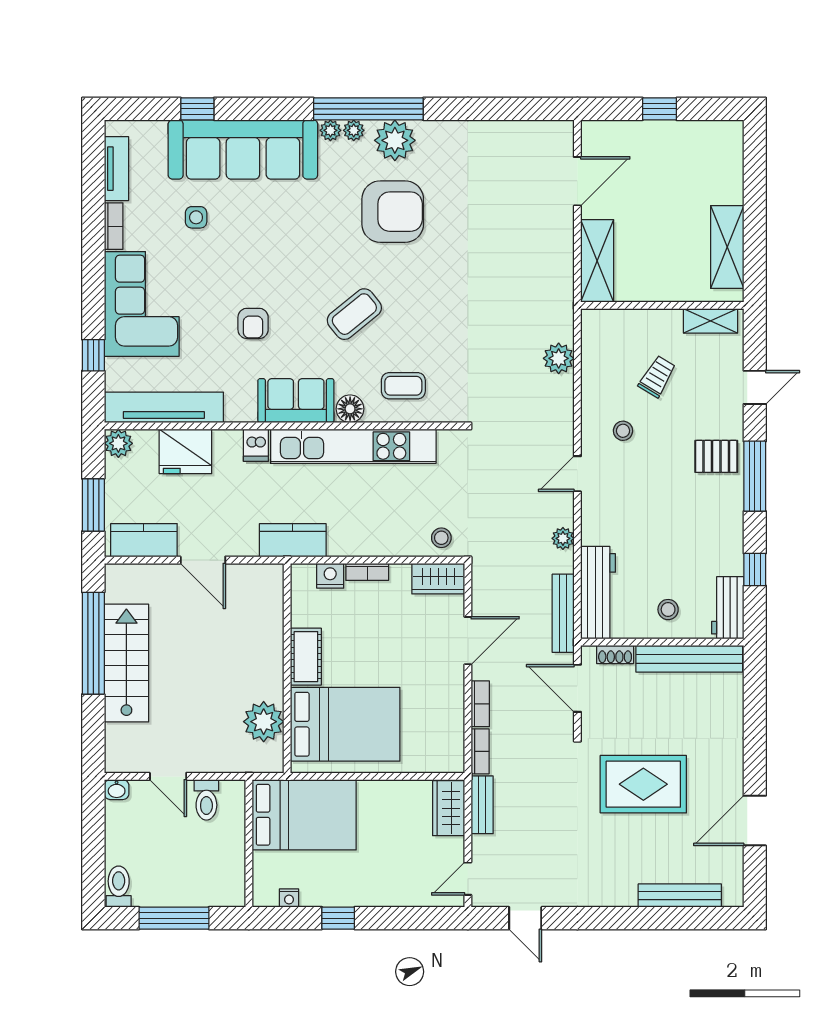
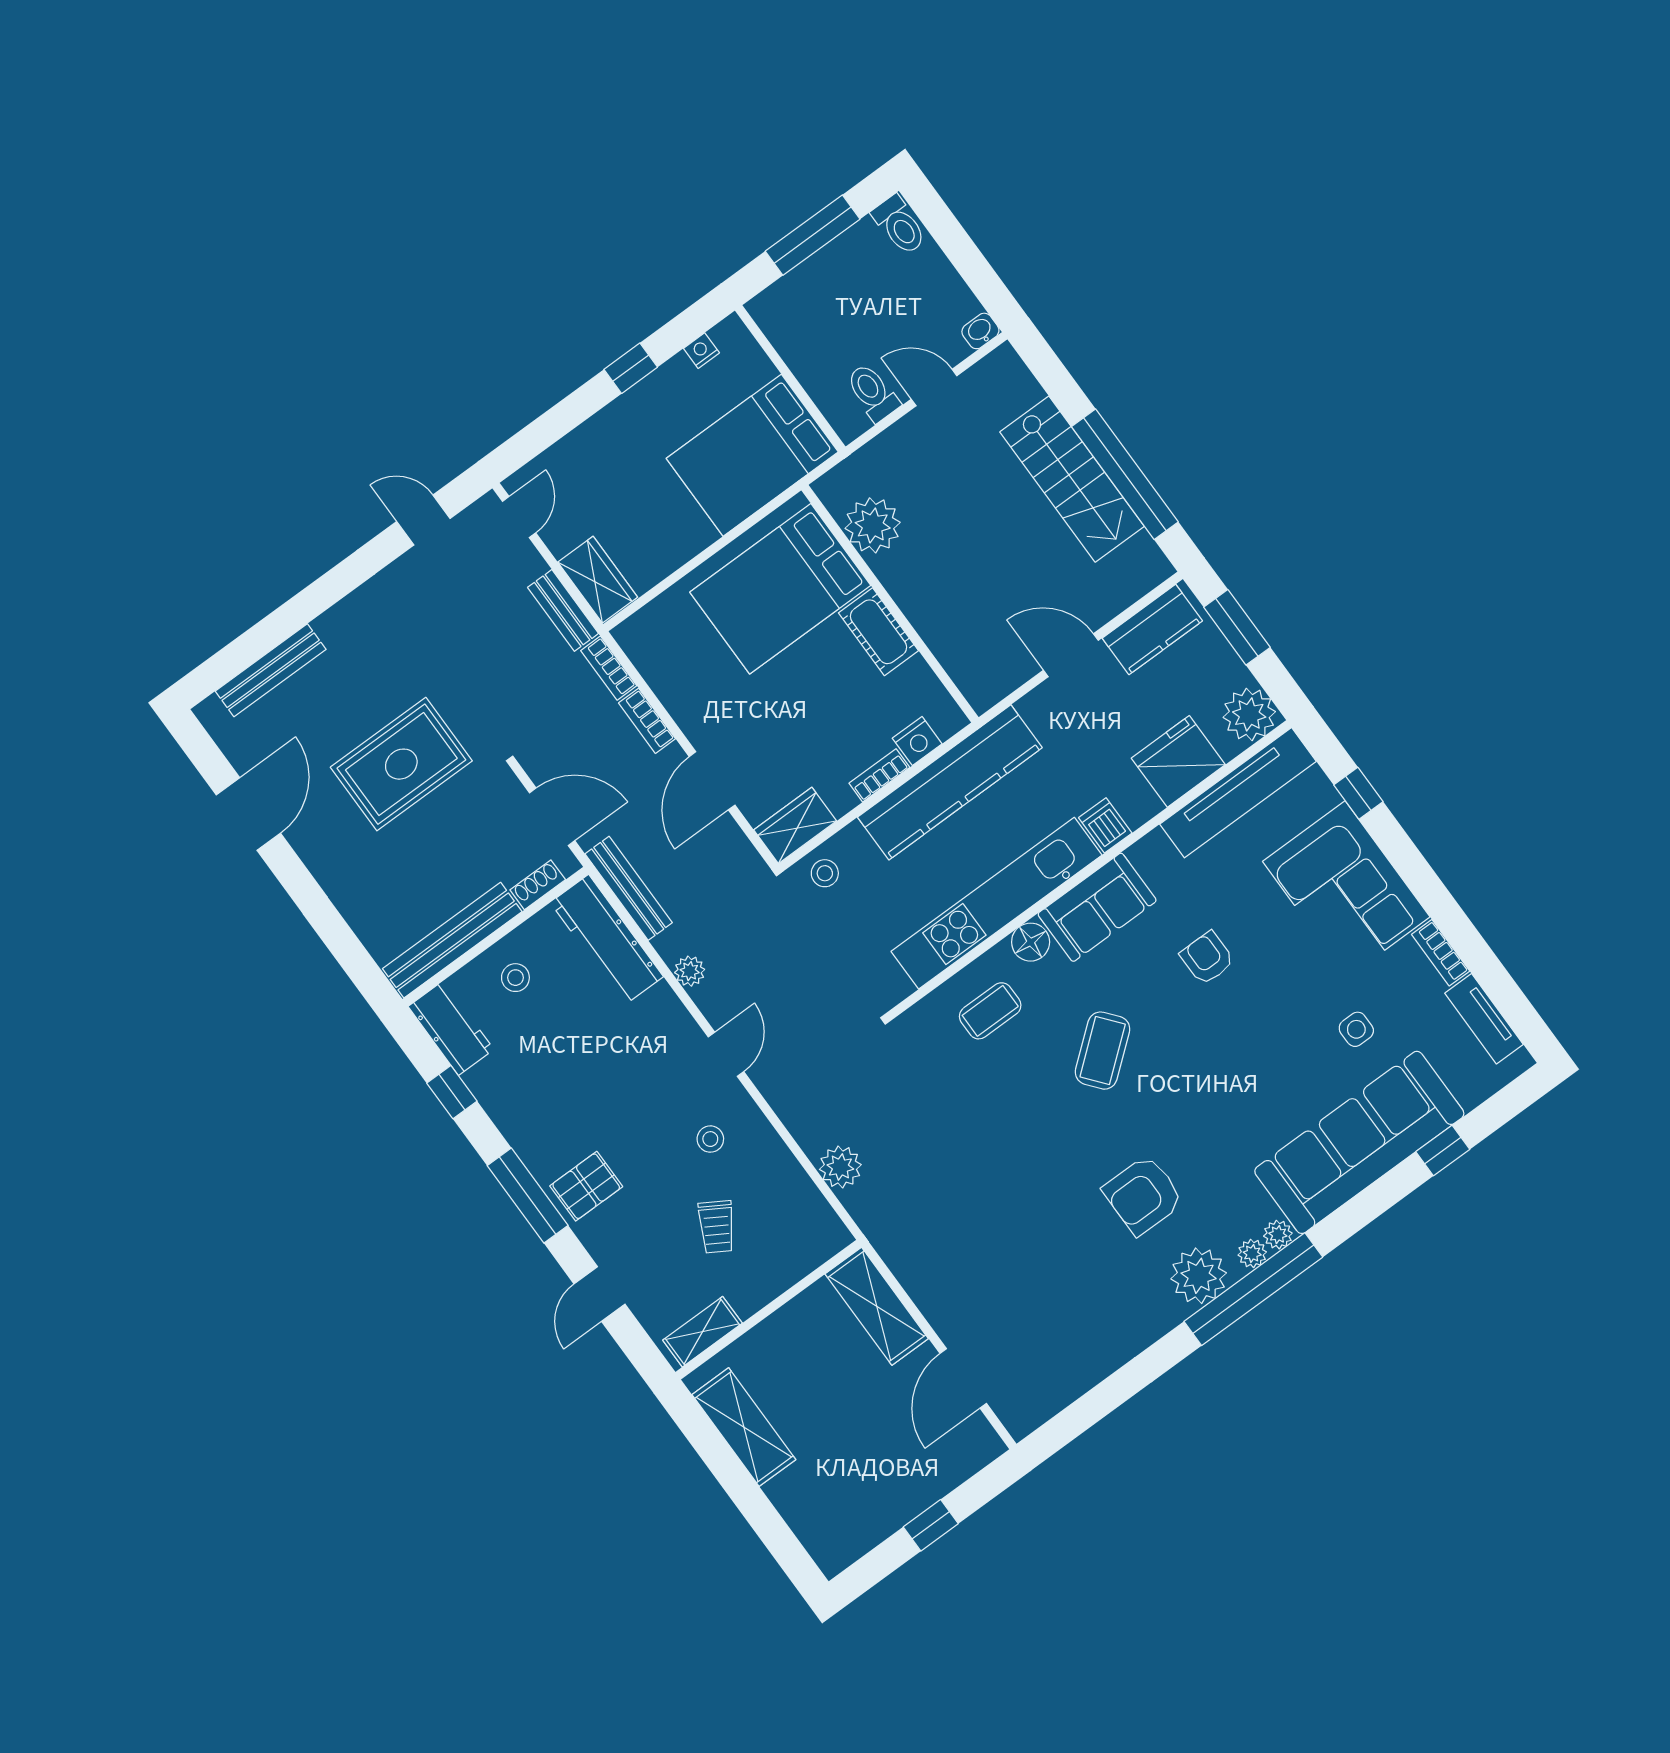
armchair: (393, 212) -> (1143, 1195), width x0.73, depth x0.73
plant: (118, 443) -> (1249, 714), width x1.36, depth x1.36
kitchen counter: (293, 540) -> (950, 782), width x2.08, depth x1.17

